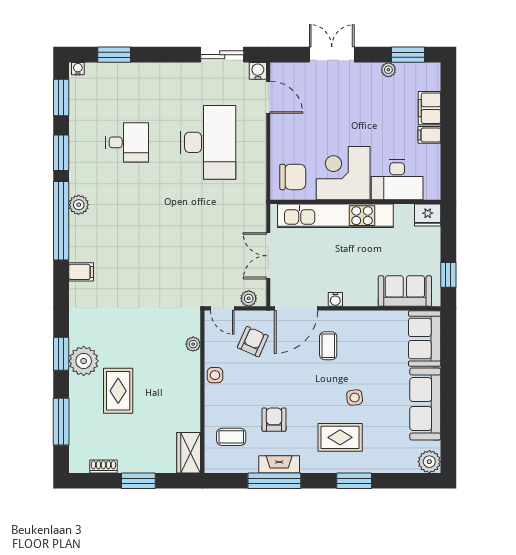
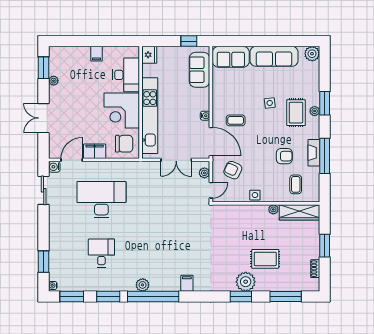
filing cabinet: (429, 108) -> (95, 151), moved, turned 180
chair: (293, 177) -> (124, 144), turned 90
plant: (193, 344) -> (273, 209), moved
armchair: (274, 420) -> (284, 156), turned 180
wardrobe: (189, 453) -> (299, 212), width x1.50
plant: (342, 466) -> (315, 111), added

